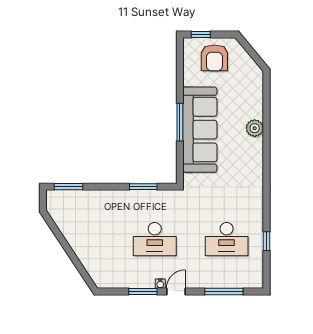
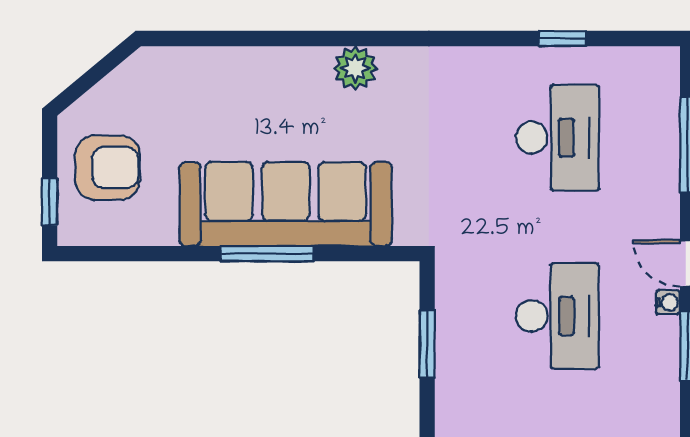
plant: (255, 128) -> (355, 68), moved

